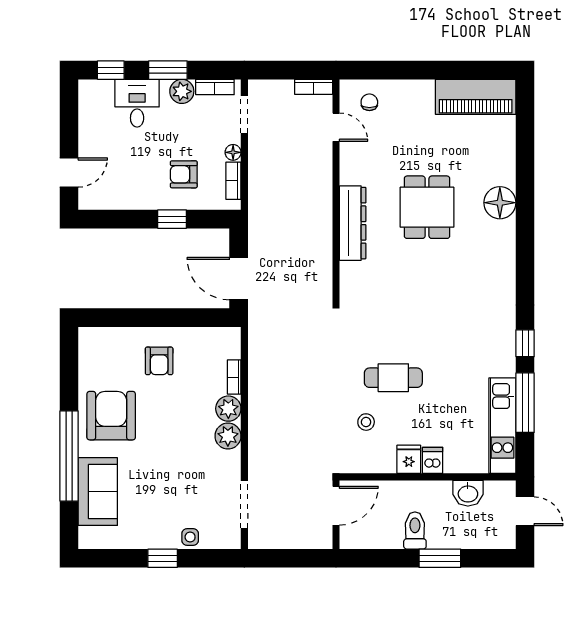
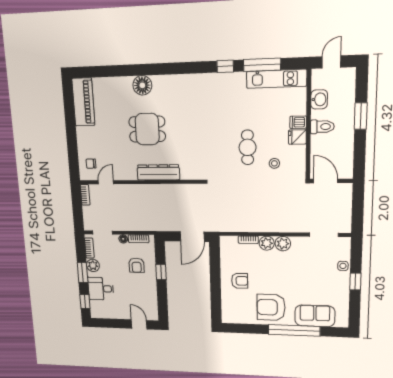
toilet: (415, 531) -> (322, 127), moved, turned 180

